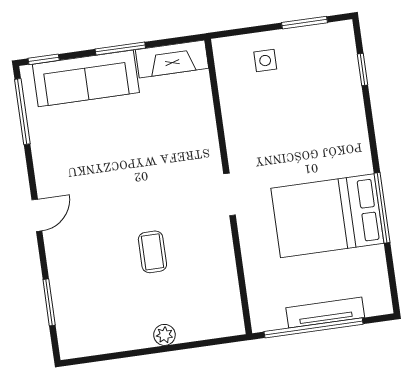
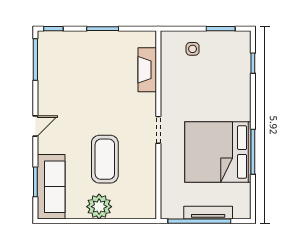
fireplace: (172, 59) -> (147, 70), moved, turned 90
sofa: (86, 78) -> (51, 187), moved, turned -90
bed: (327, 216) -> (218, 152), width x1.36
coffee table: (152, 252) -> (105, 159), width x1.86, depth x1.72
plant: (164, 335) -> (99, 207), width x1.88, depth x1.88

